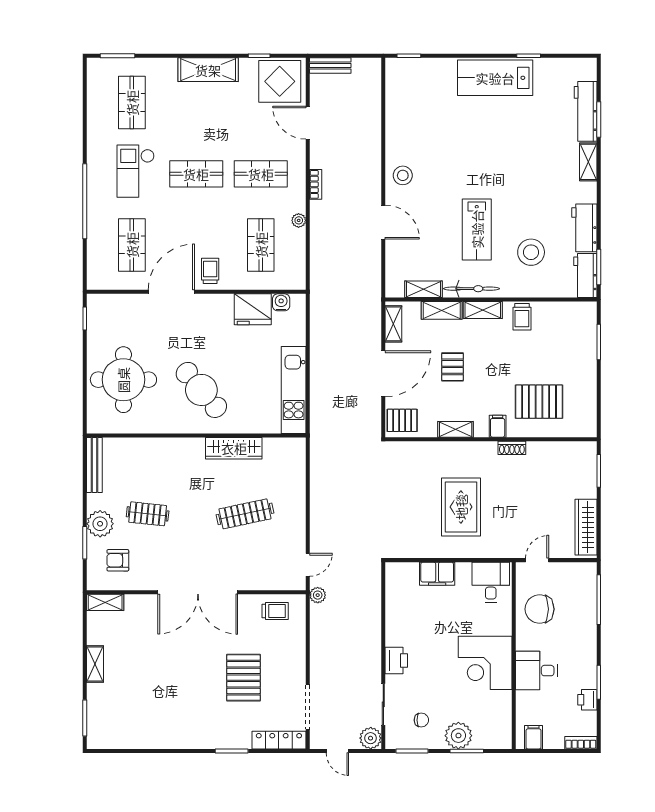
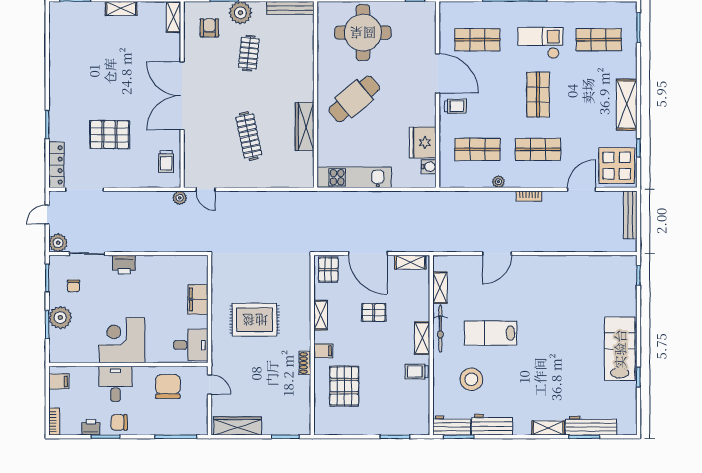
bench: (330, 65) -> (630, 215), width x1.36
shop shelf: (261, 174) -> (538, 149), turned 90
stool: (403, 175) -> (537, 270), removed
shelving: (442, 310) -> (422, 303), removed
chair: (582, 666) -> (119, 422), added

